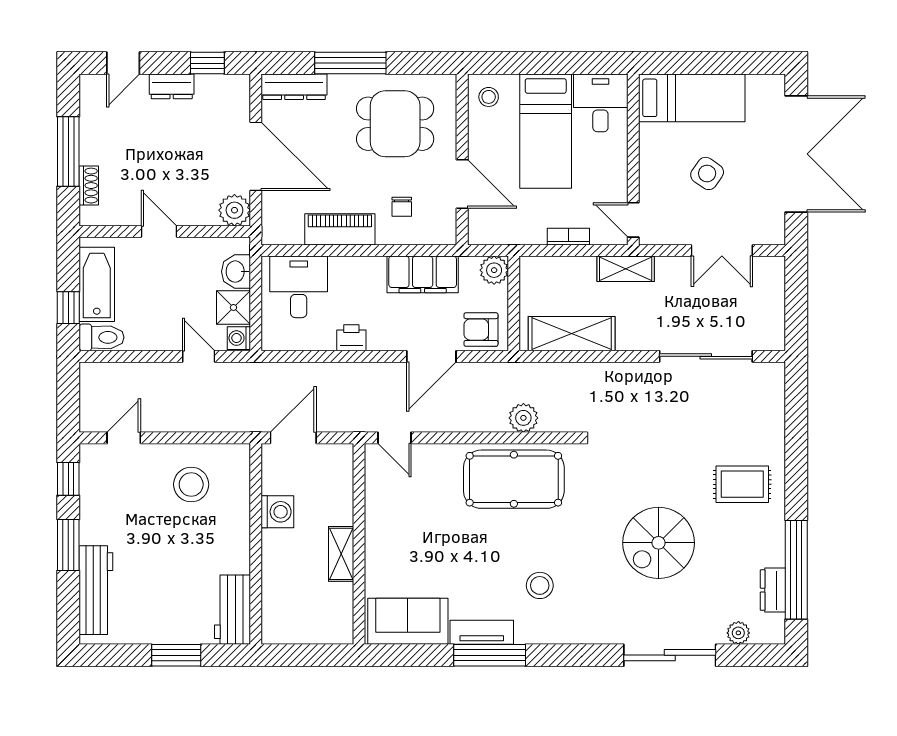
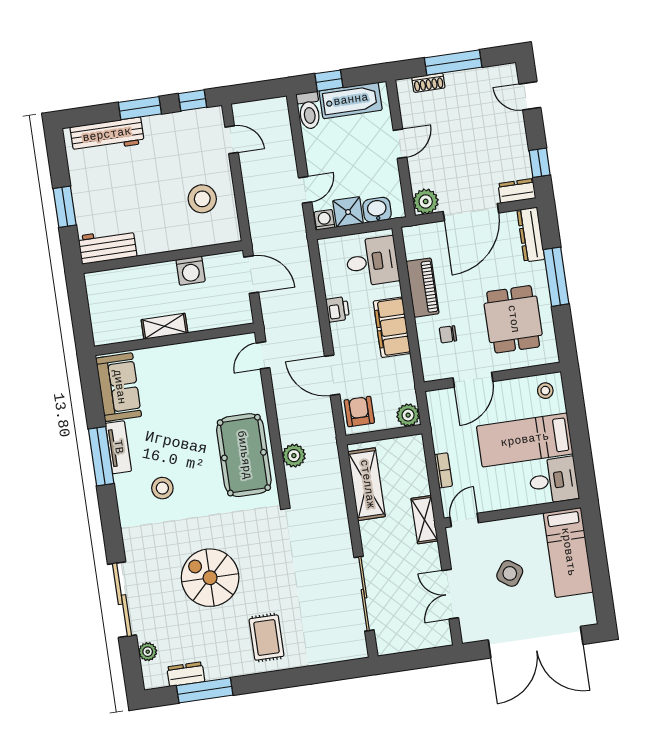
dresser: (172, 86) -> (517, 191), moved, turned 90
filing cabinet: (423, 274) -> (392, 327), moved
window: (796, 570) -> (205, 690), width x0.68

